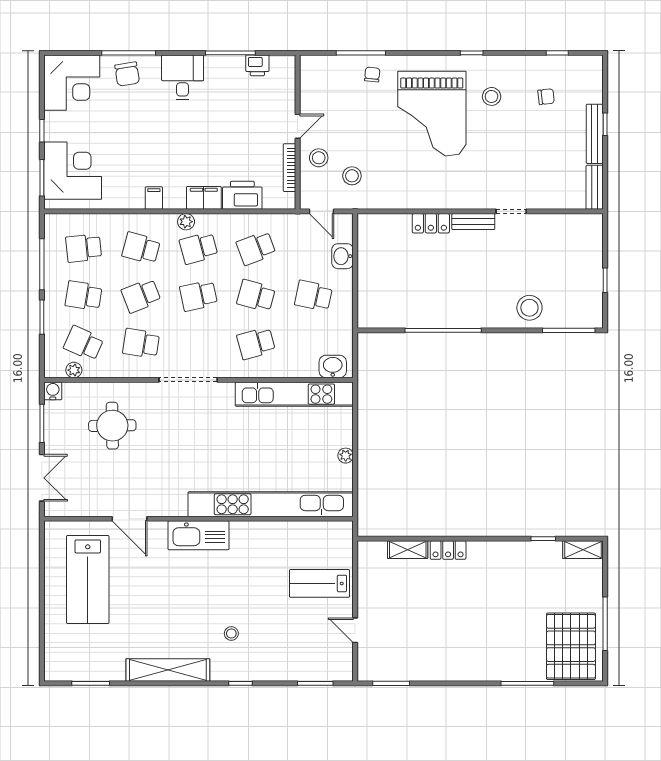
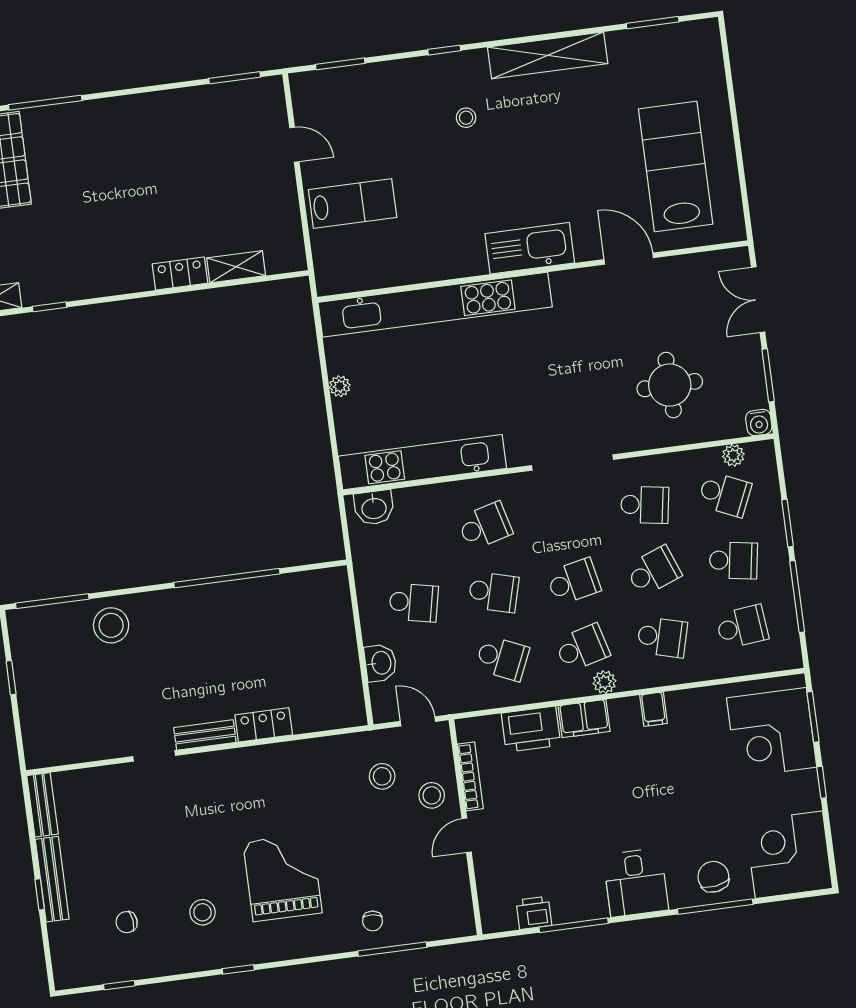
grand piano: (432, 114) -> (282, 877), width x0.73, depth x0.68
school desk: (256, 248) -> (502, 658), turned 45

